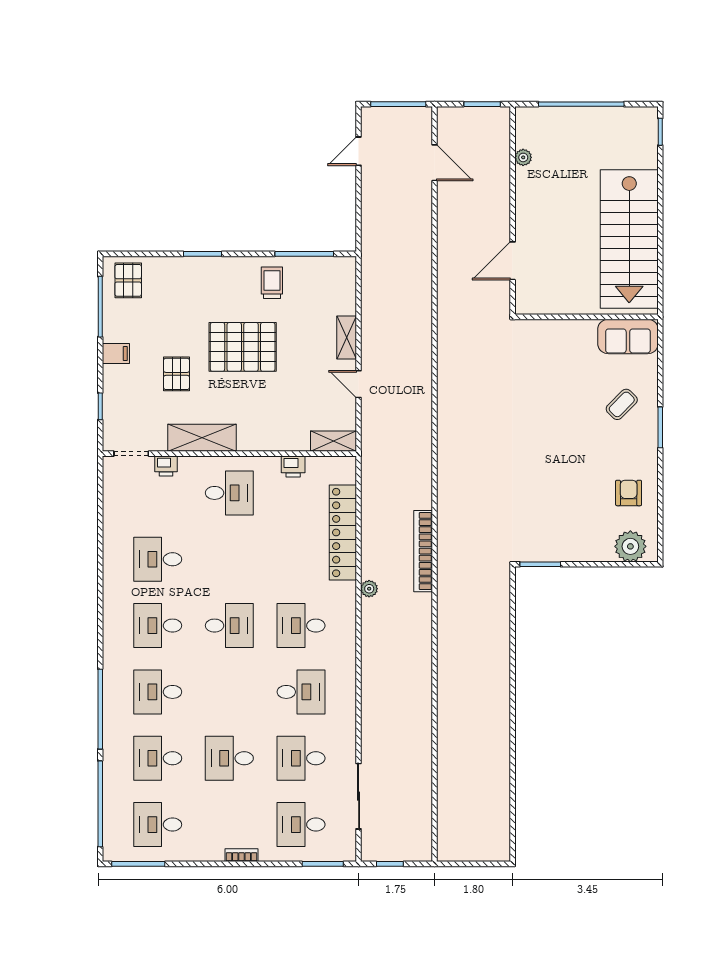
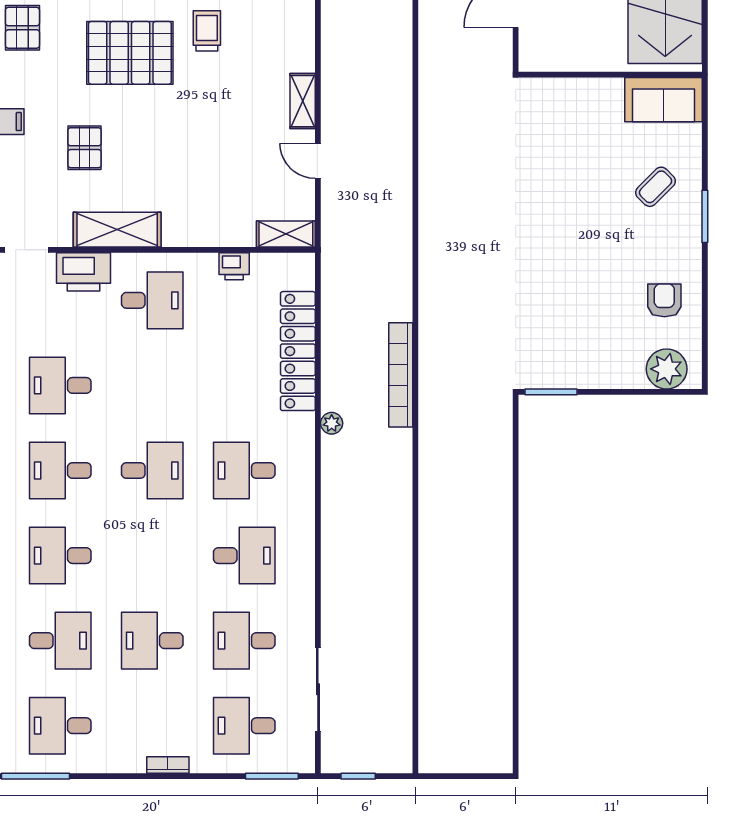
pallet: (243, 347) -> (130, 53), moved
printer: (166, 466) -> (83, 272), width x1.87, depth x1.48
desk: (158, 758) -> (60, 641), turned 180

